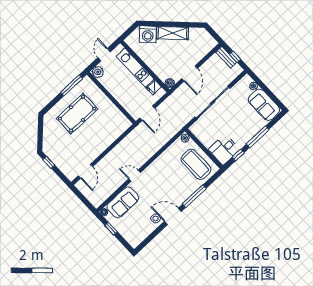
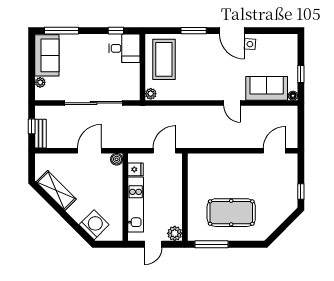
shelving: (173, 33) -> (56, 190), moved
window: (258, 137) -> (61, 31), moved
window: (194, 196) -> (194, 31), width x0.69

